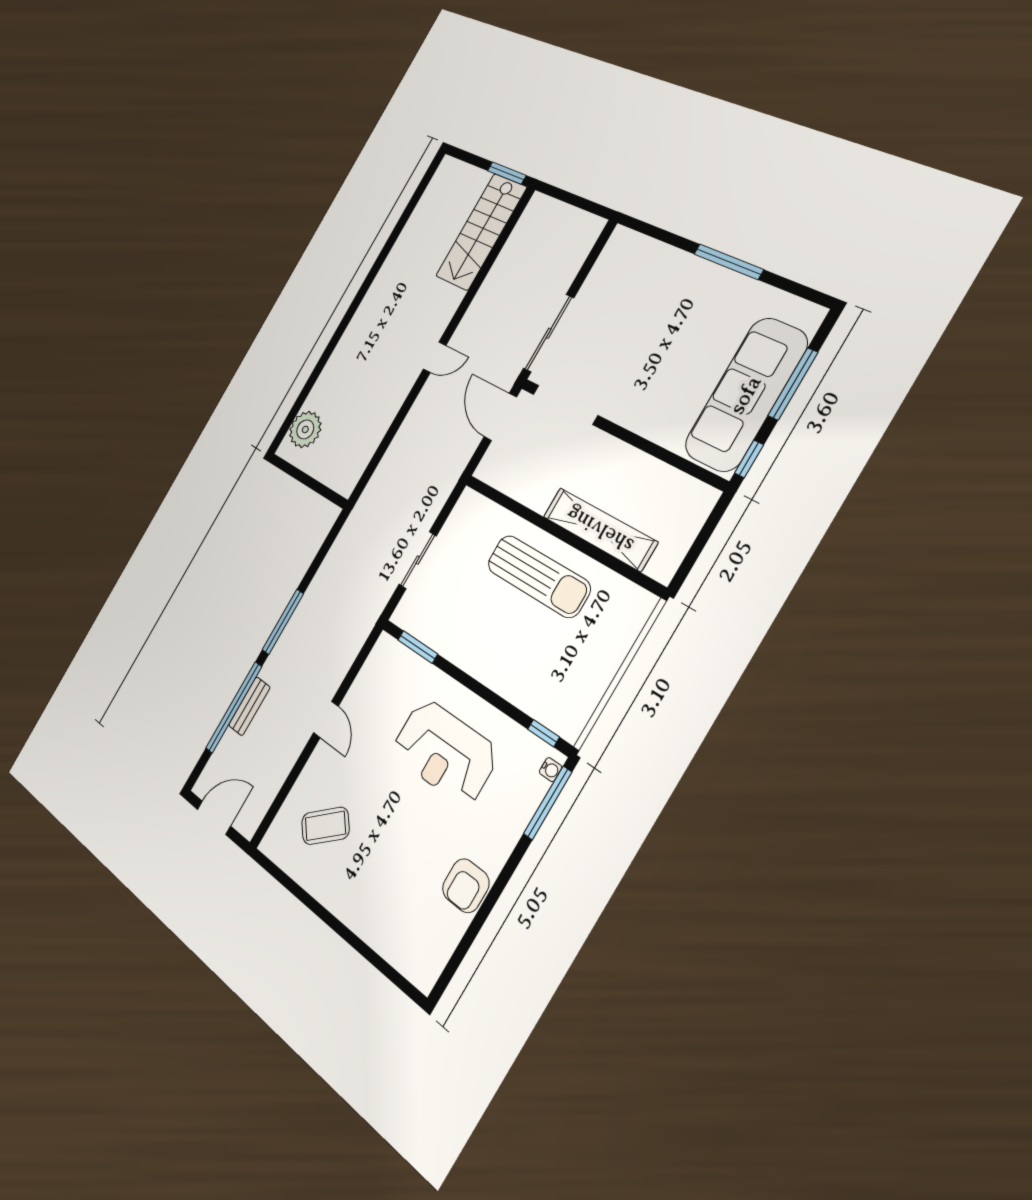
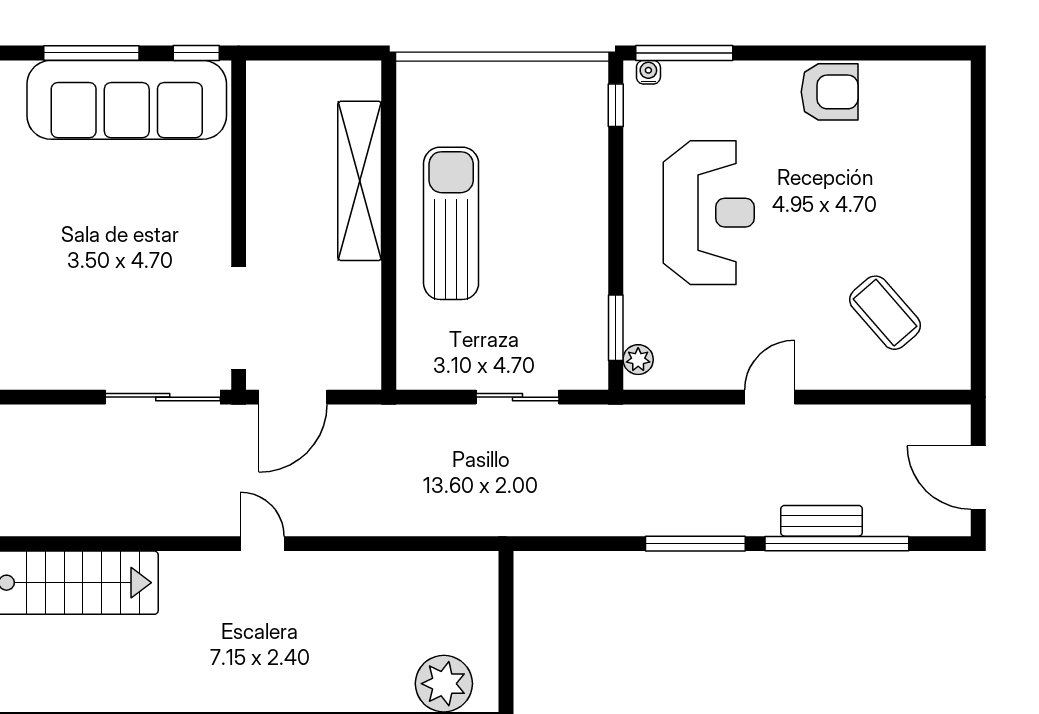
plant: (393, 650) -> (638, 360), added

